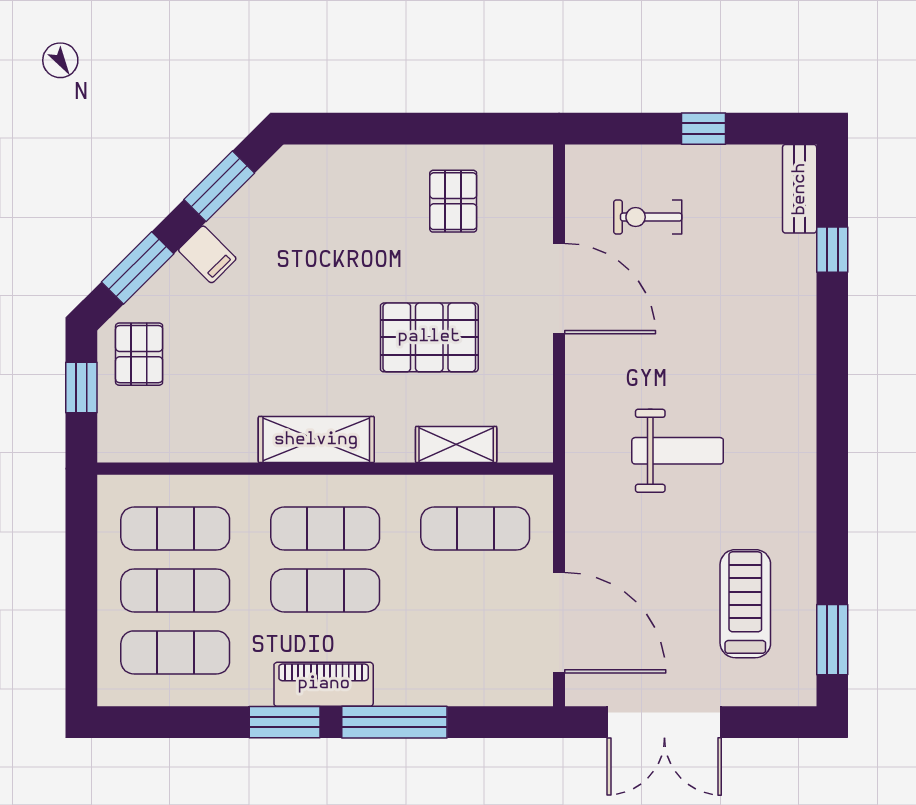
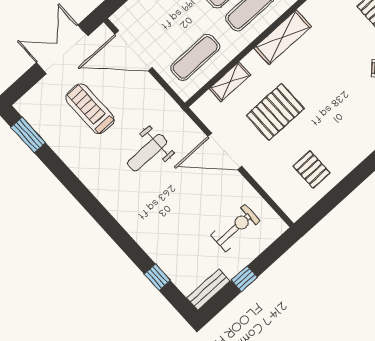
bench: (800, 189) -> (208, 290), moved, turned 90
exercise bike: (648, 217) -> (235, 228), width x1.38, depth x1.39
door: (559, 289) -> (225, 151), moved
treadmill: (745, 604) -> (90, 109), moved, turned 180

